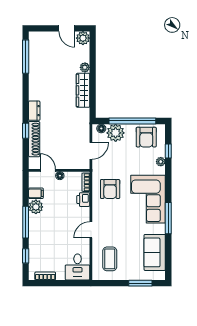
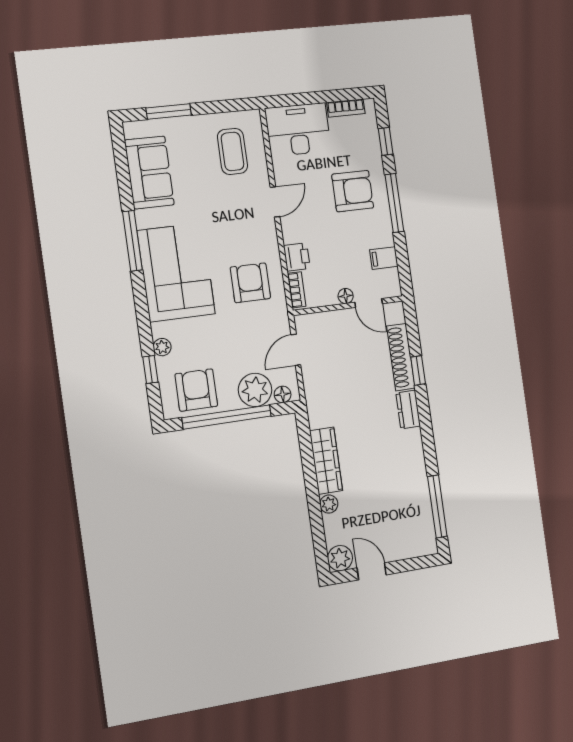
plant: (36, 207) -> (380, 233), removed
armchair: (48, 231) -> (353, 191), added
desk: (78, 267) -> (298, 130), width x1.37

